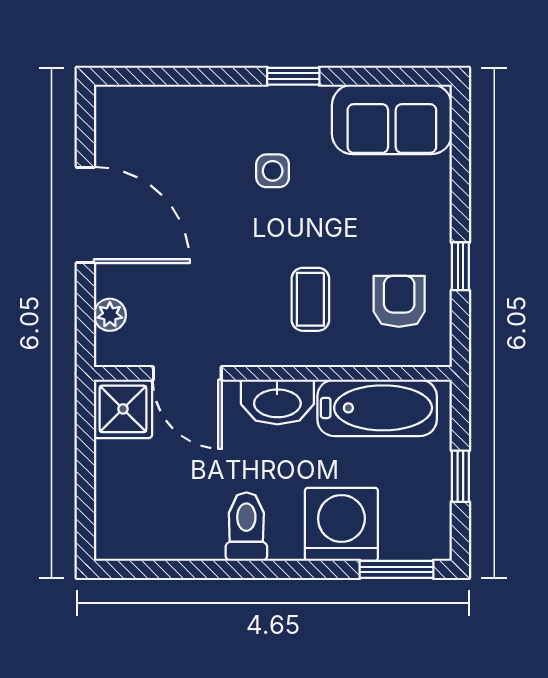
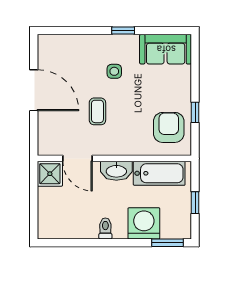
coffee table: (310, 299) -> (97, 111), moved
armchair: (399, 301) -> (169, 127), width x1.38, depth x1.38
plant: (110, 315) -> (44, 133), removed
toilet: (246, 527) -> (105, 229), width x0.73, depth x0.72

